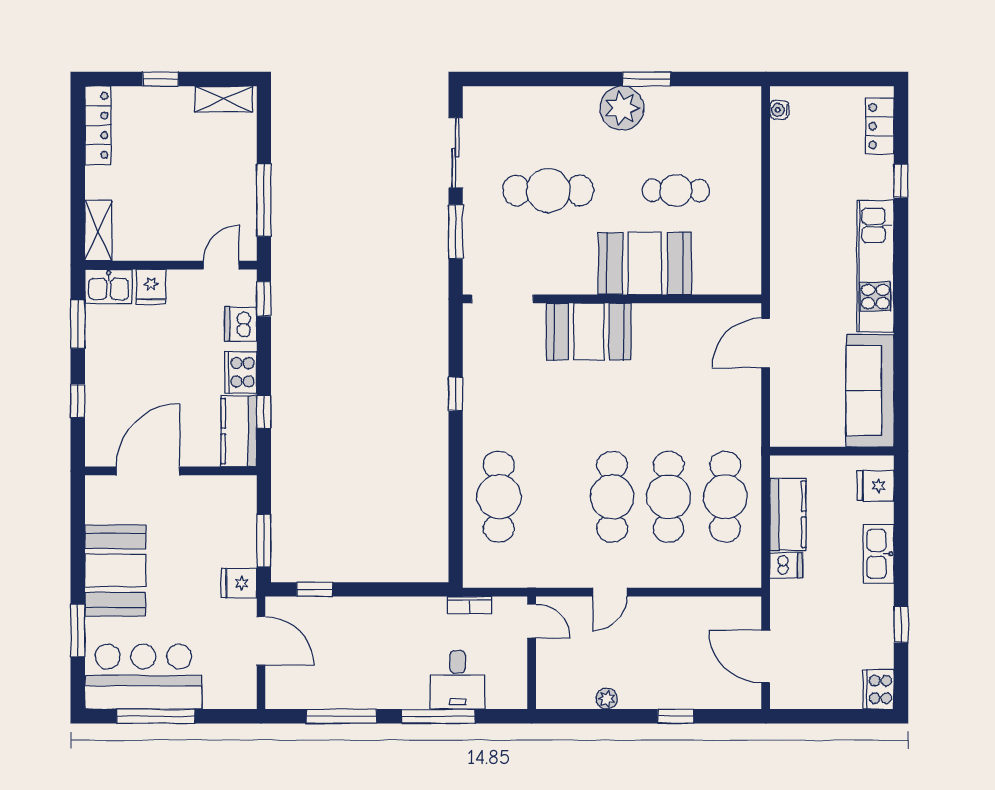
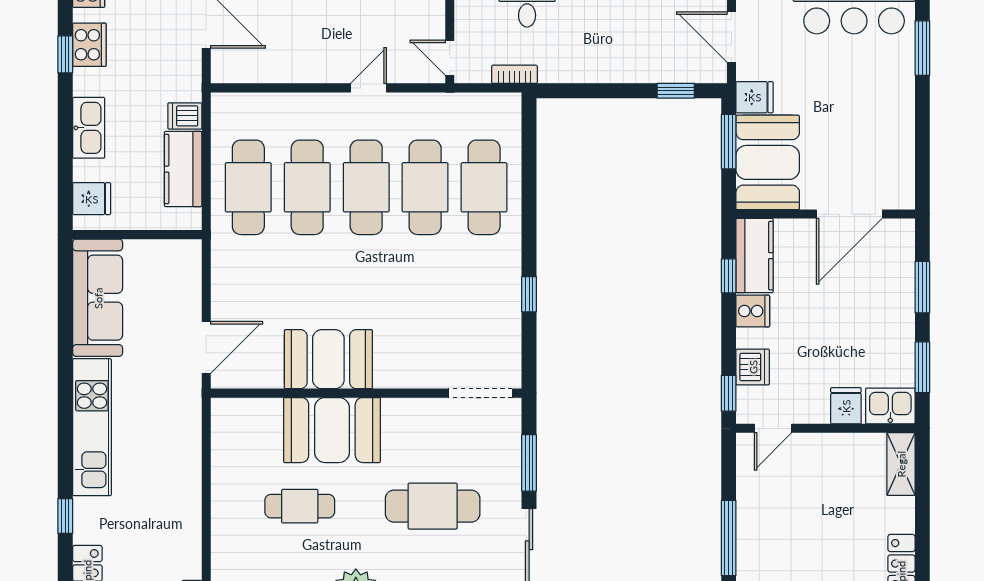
window: (264, 200) -> (729, 538), moved
booth: (589, 332) -> (328, 359), moved
cooker: (241, 372) -> (753, 311), width x0.73
window: (78, 401) -> (922, 287), width x1.50
cafe table: (555, 497) -> (425, 187), added
booth: (115, 571) -> (768, 162), moved
cooker: (878, 634) -> (89, 45), added

